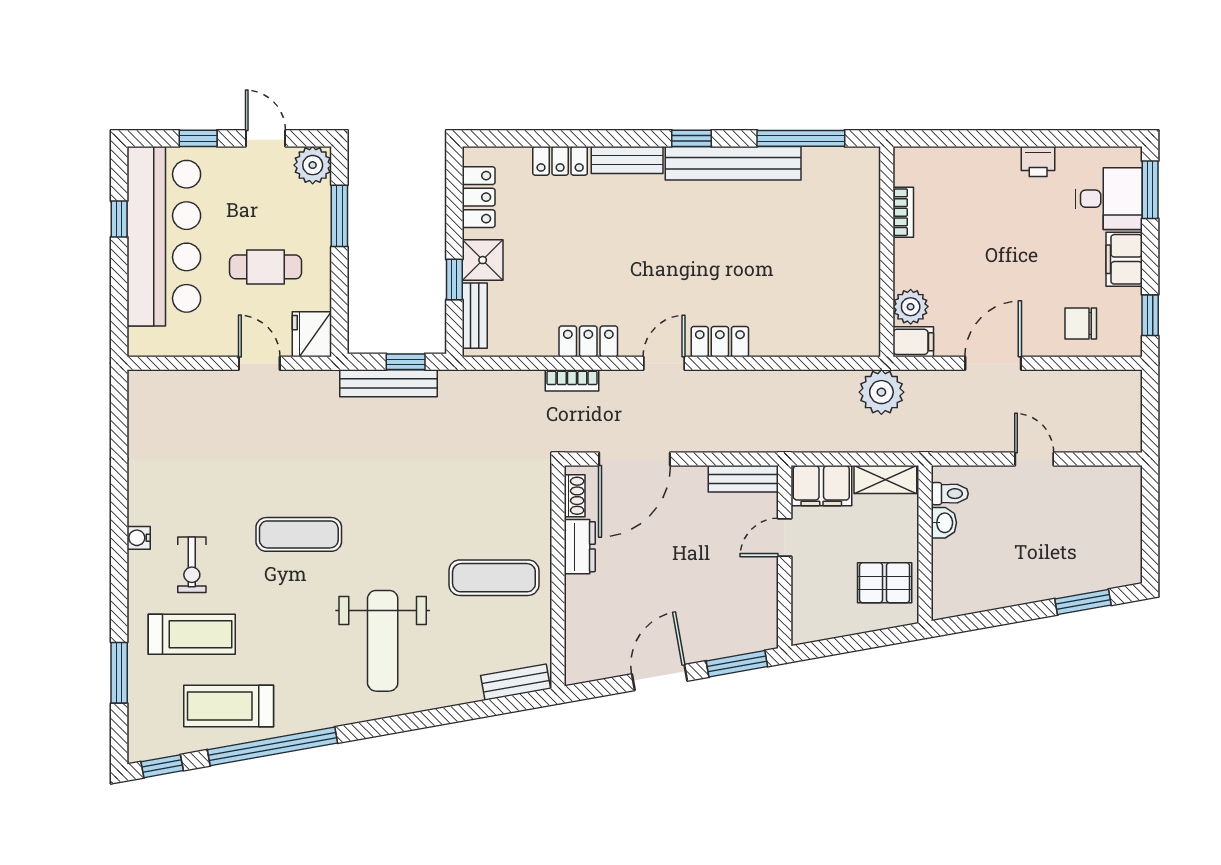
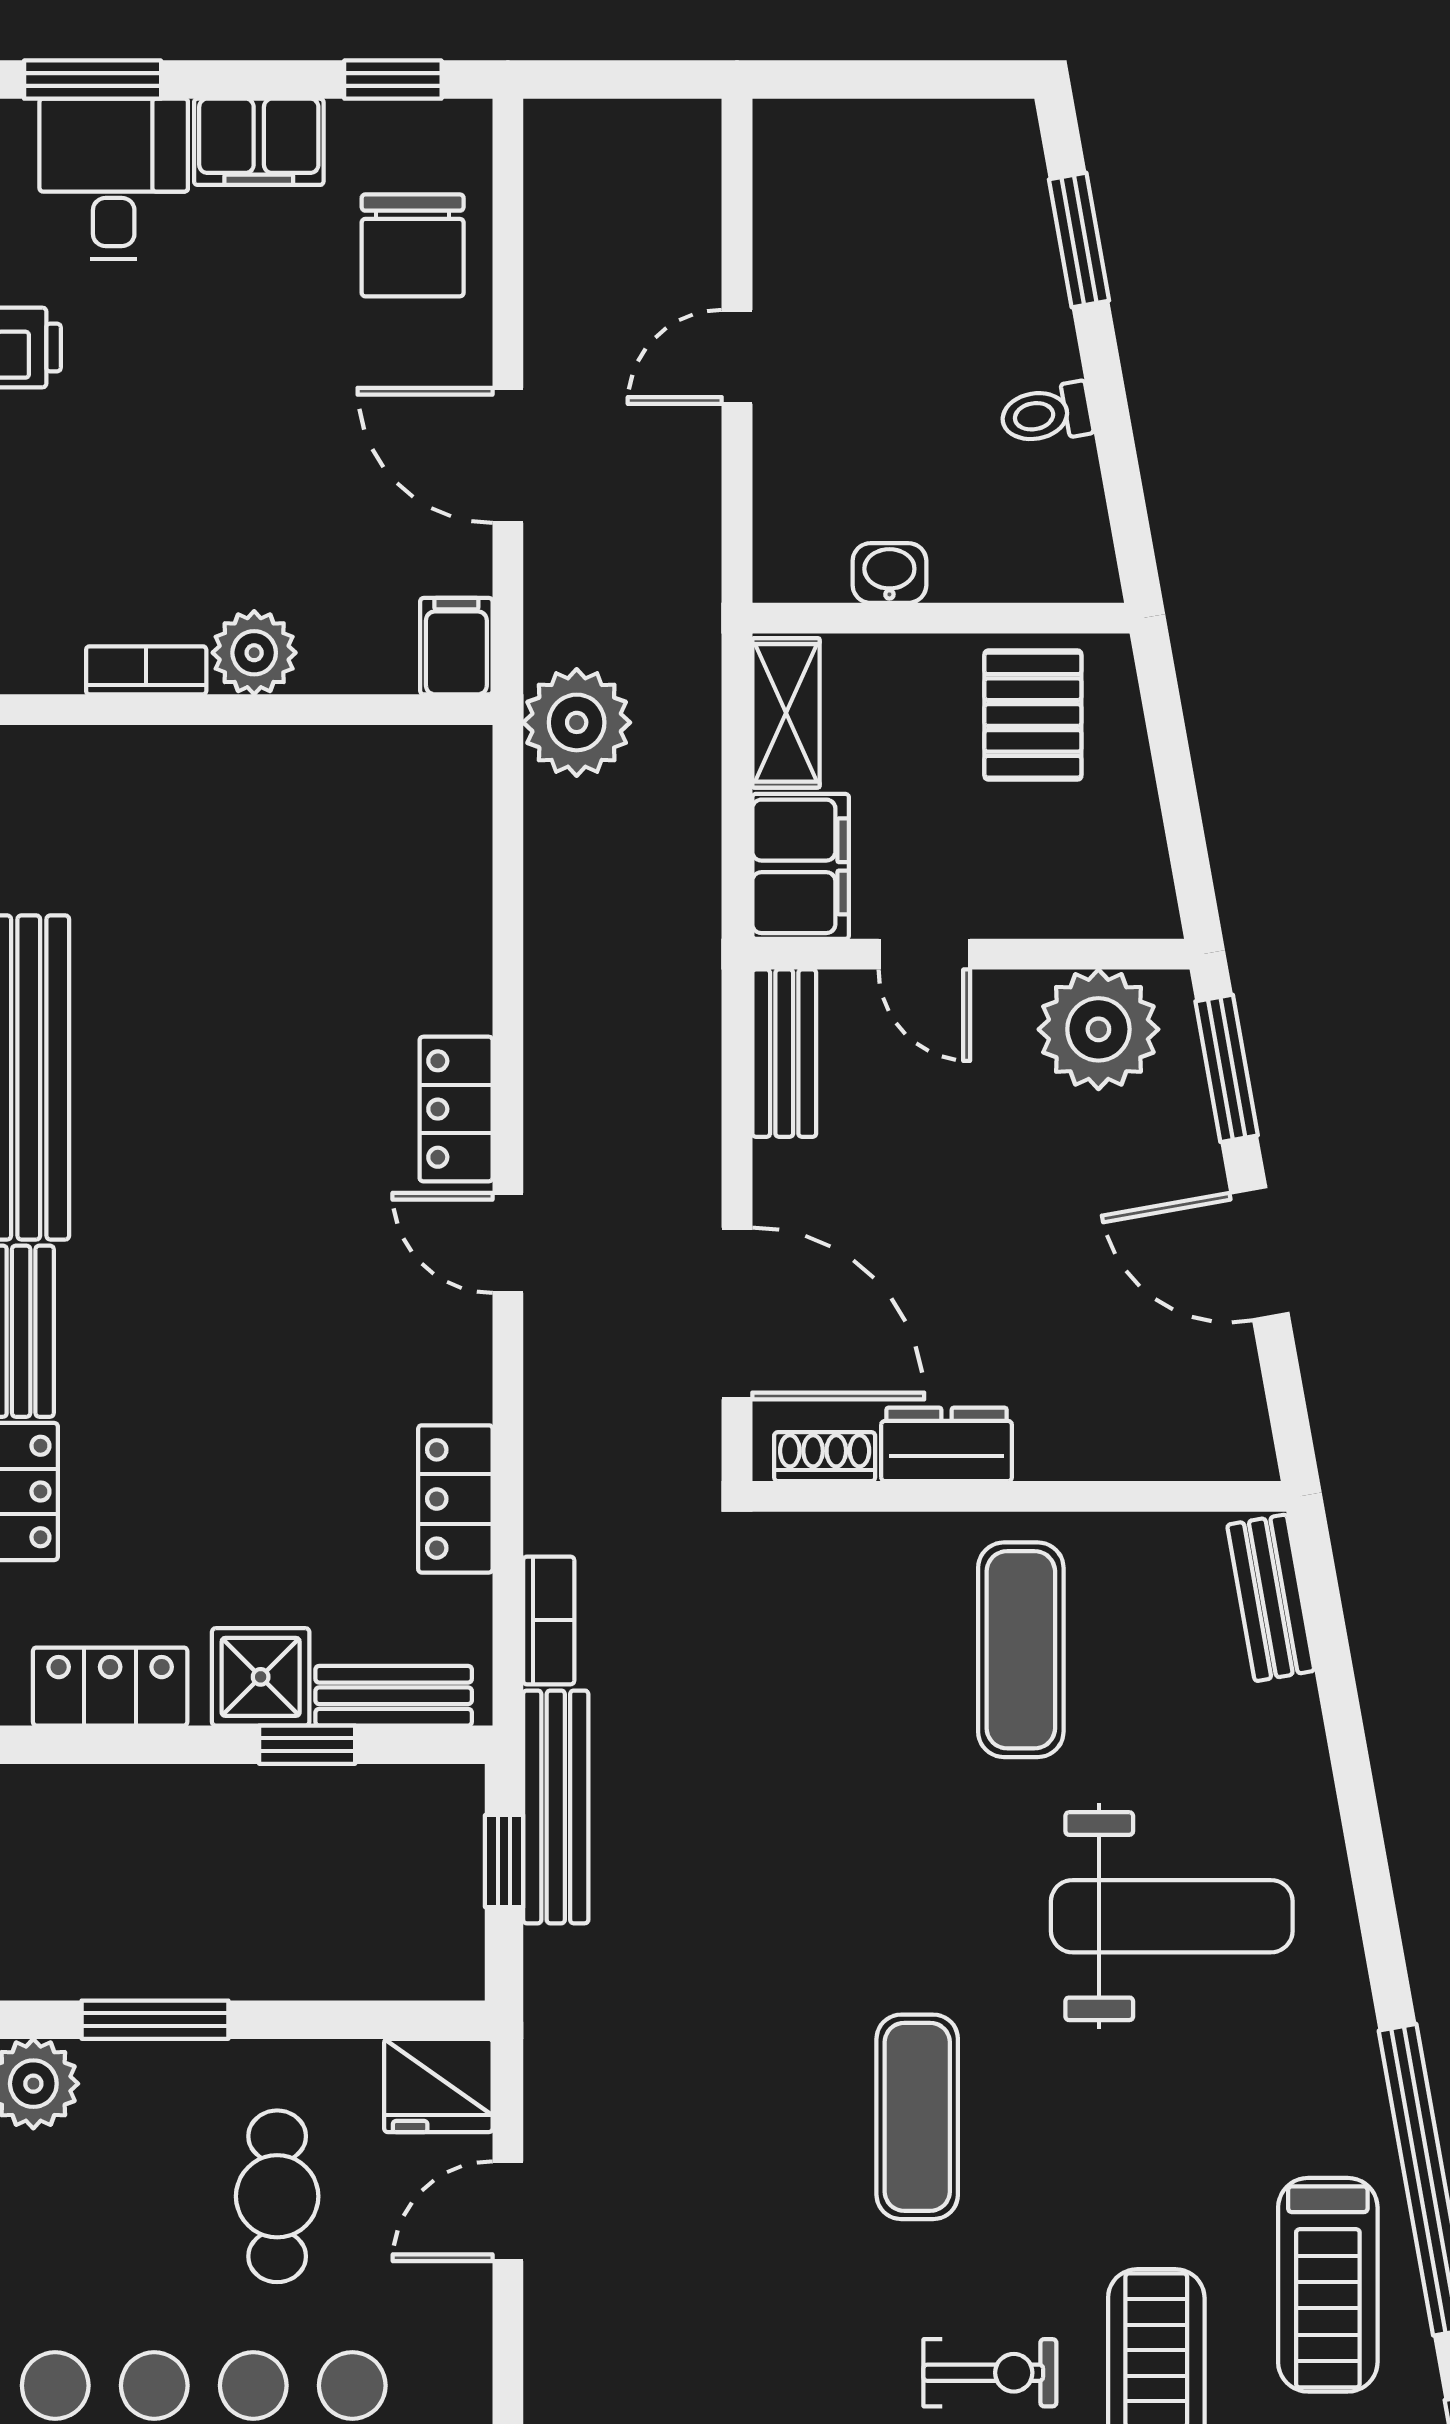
plant: (911, 307) -> (254, 653), moved
chair: (1081, 324) -> (413, 245), width x1.37, depth x1.37
locker: (588, 341) -> (455, 1499), moved
bookcase: (572, 380) -> (549, 1620), moved
bench: (388, 383) -> (556, 1807), moved
toilet: (950, 494) -> (1046, 414), moved, turned -100
plant: (753, 610) -> (1098, 1029), added

